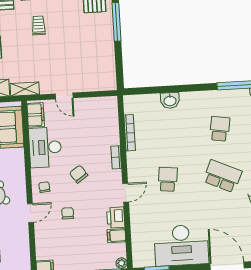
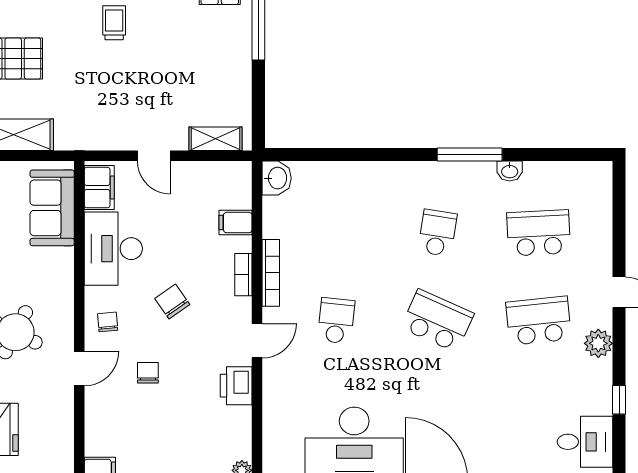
shelving: (25, 89) -> (216, 139), moved
washbasin: (170, 100) -> (277, 178), moved, turned -90
bookcase: (130, 133) -> (271, 273), moved
filing cabinet: (116, 236) -> (235, 223), moved

